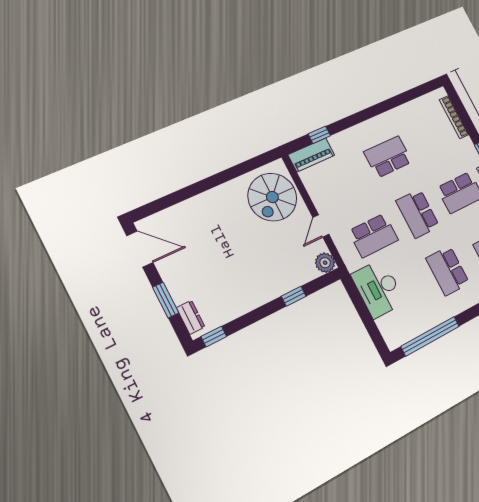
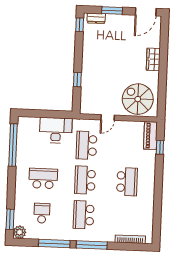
wardrobe: (204, 203) -> (153, 59), added
school desk: (418, 214) -> (85, 180), turned -90
door: (321, 226) -> (108, 117), swing flipped
plant: (325, 263) -> (86, 108), removed

